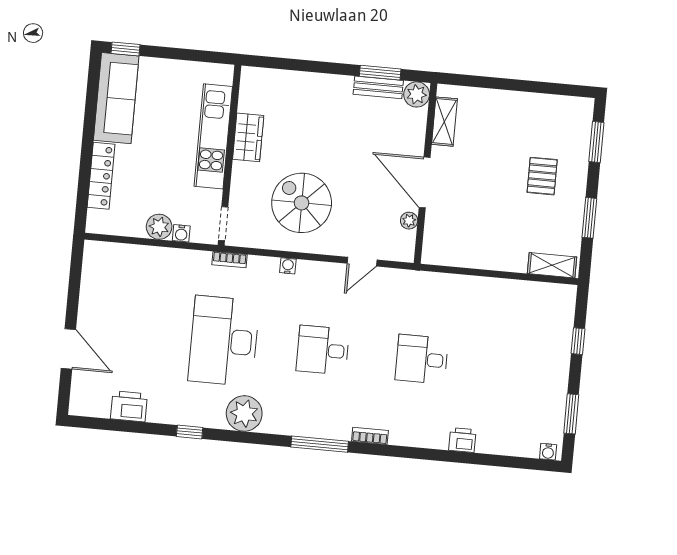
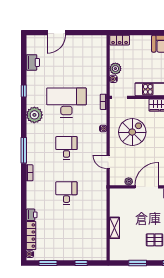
locker: (101, 176) -> (120, 40), moved, width x0.66
shelving: (552, 265) -> (114, 228), moved
locker: (508, 445) -> (31, 236), added

